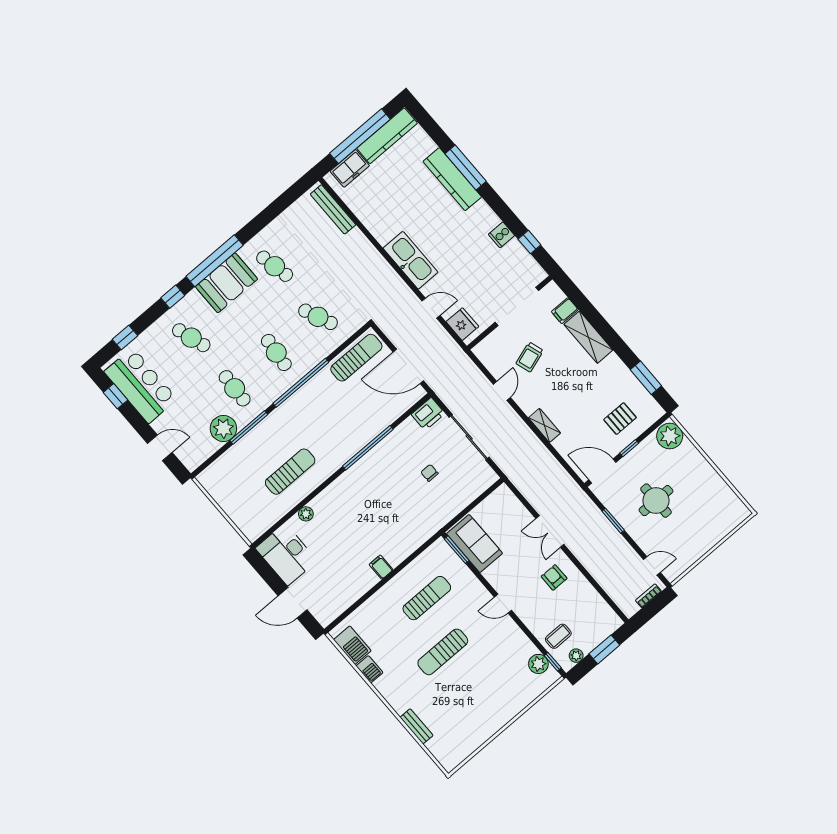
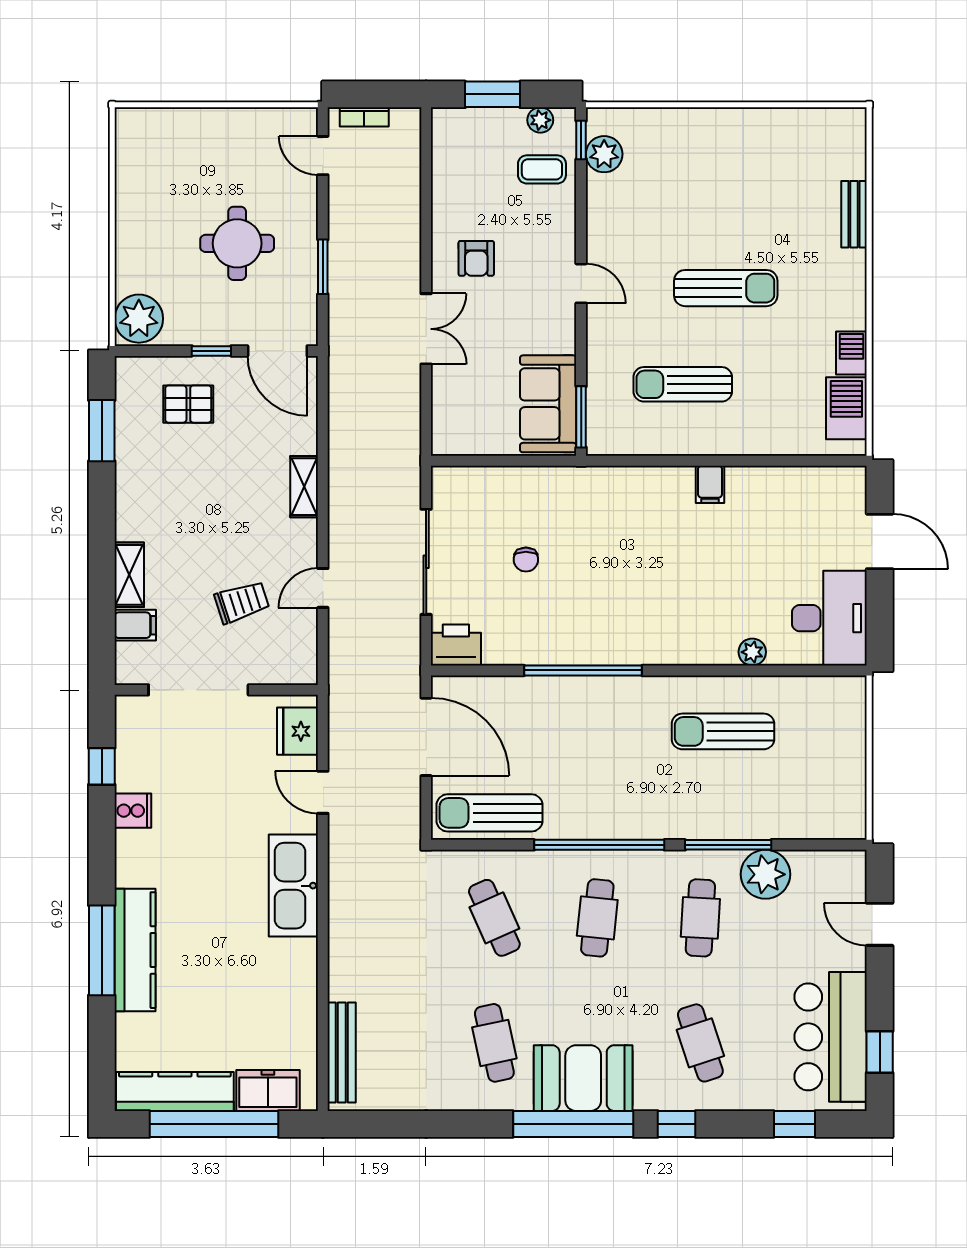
shelving: (588, 337) -> (129, 575), width x0.67, depth x0.75

